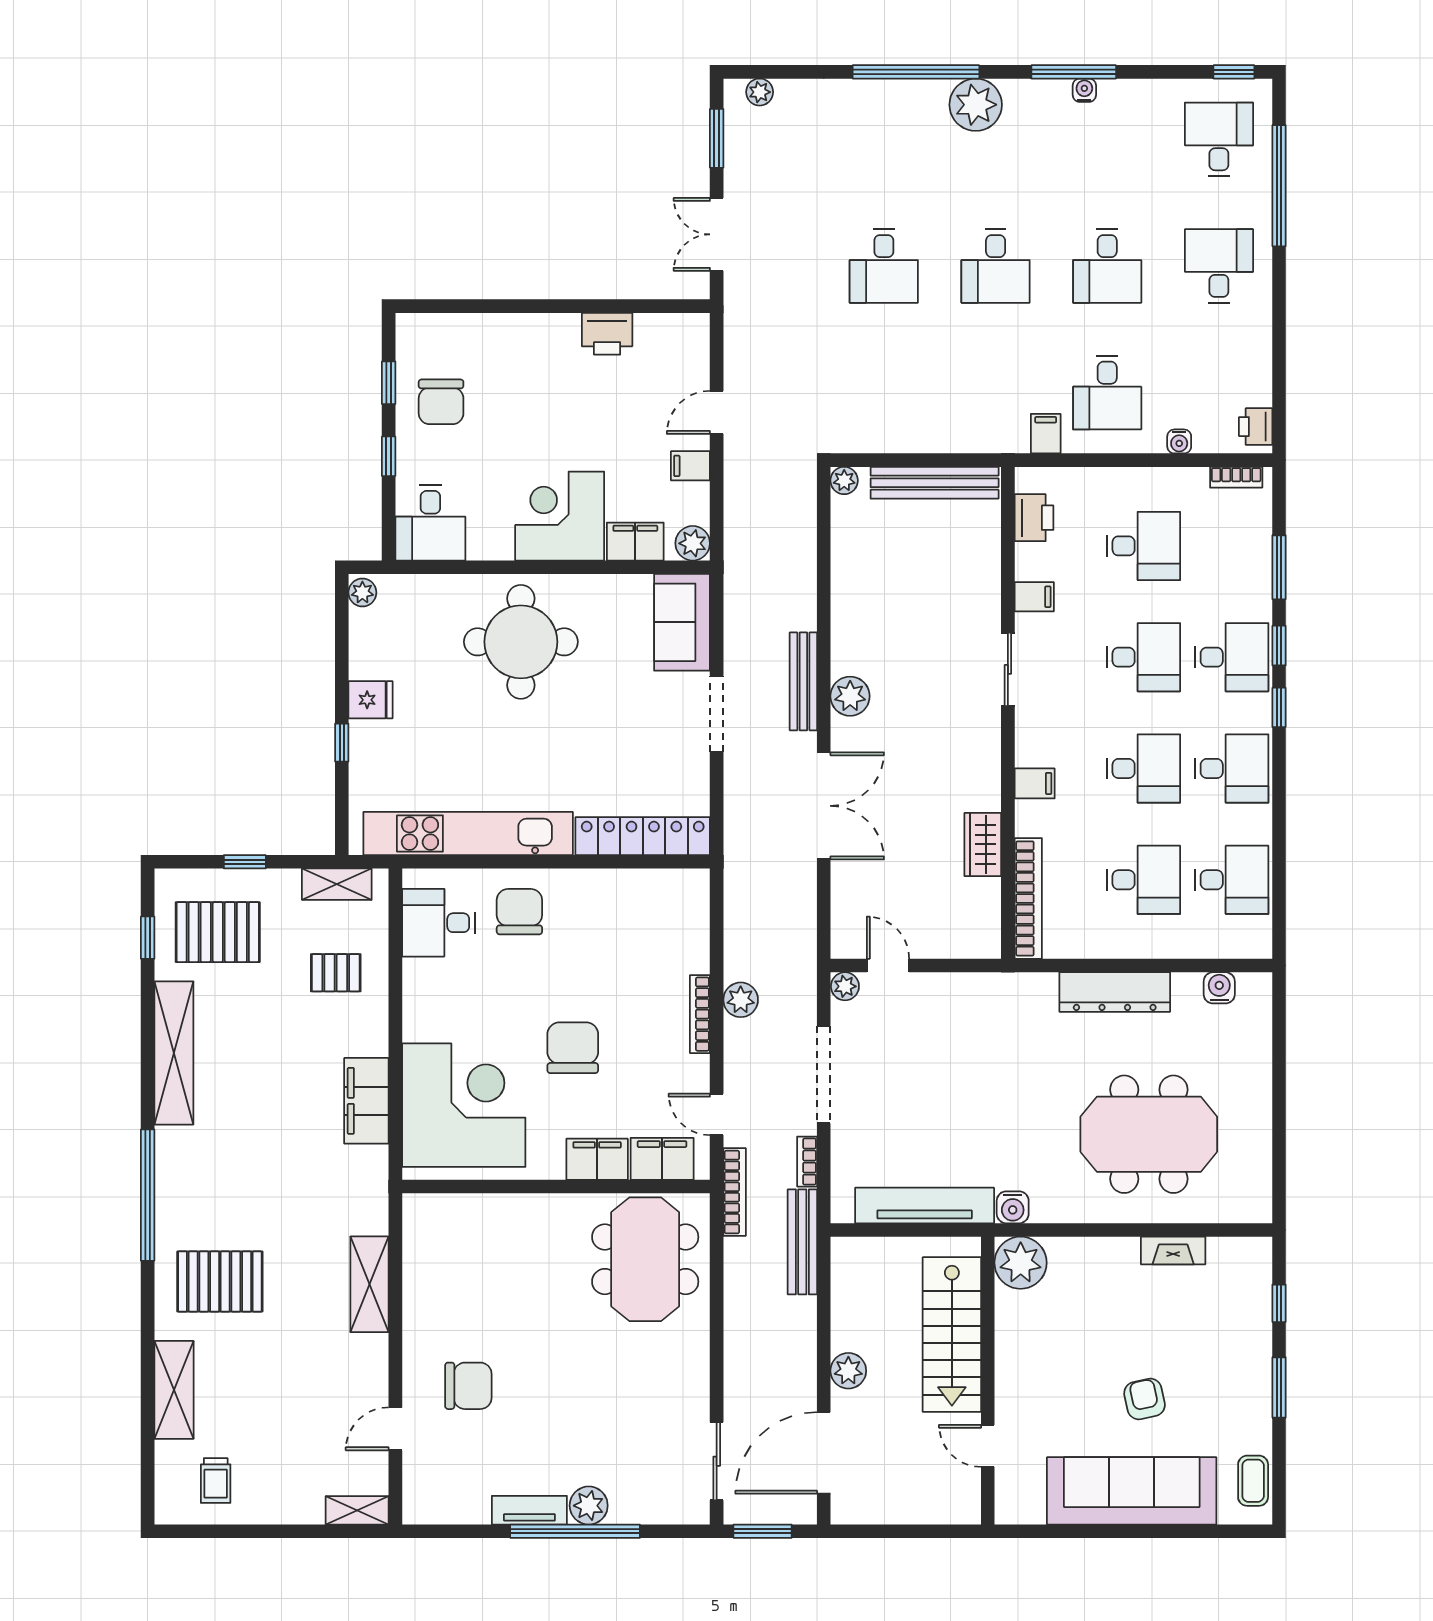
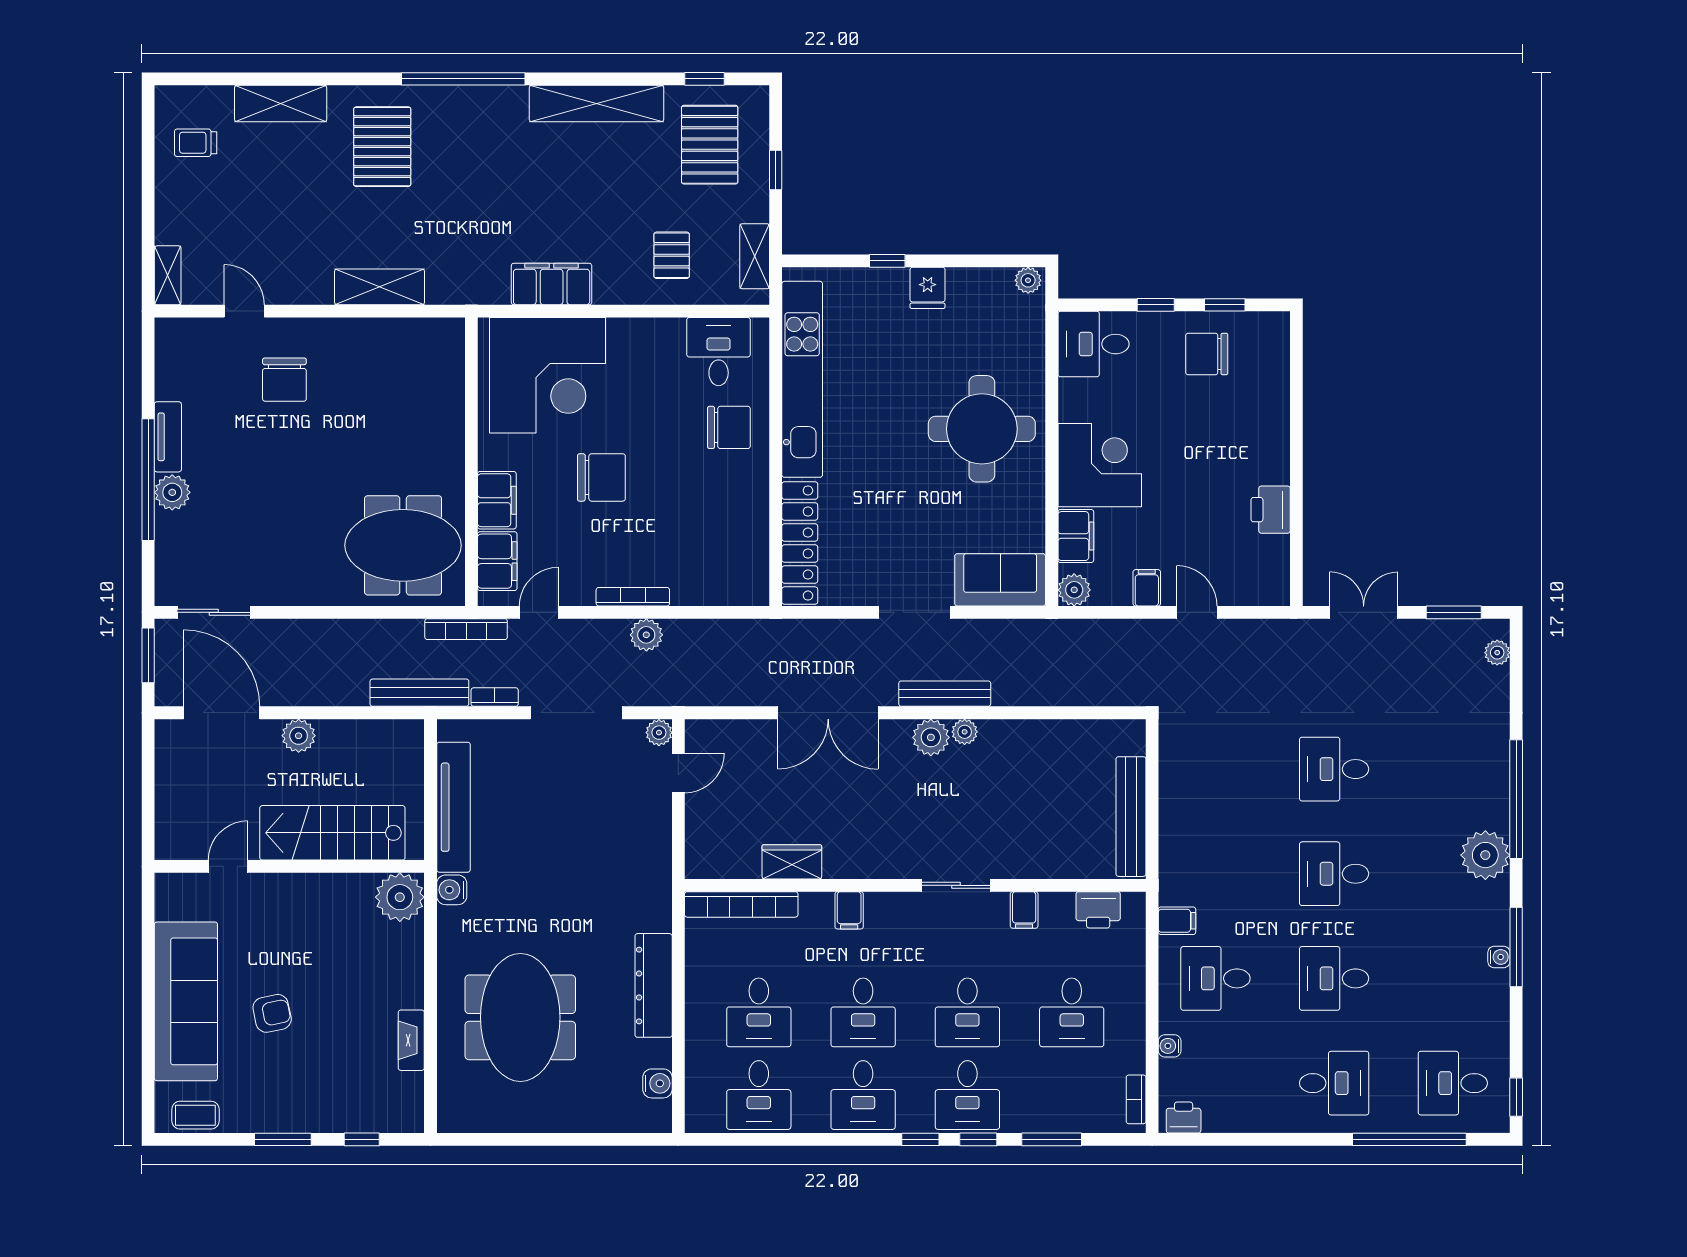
desk: (1219, 139) -> (1453, 1083), turned 180
plant: (844, 480) -> (965, 732), moved

